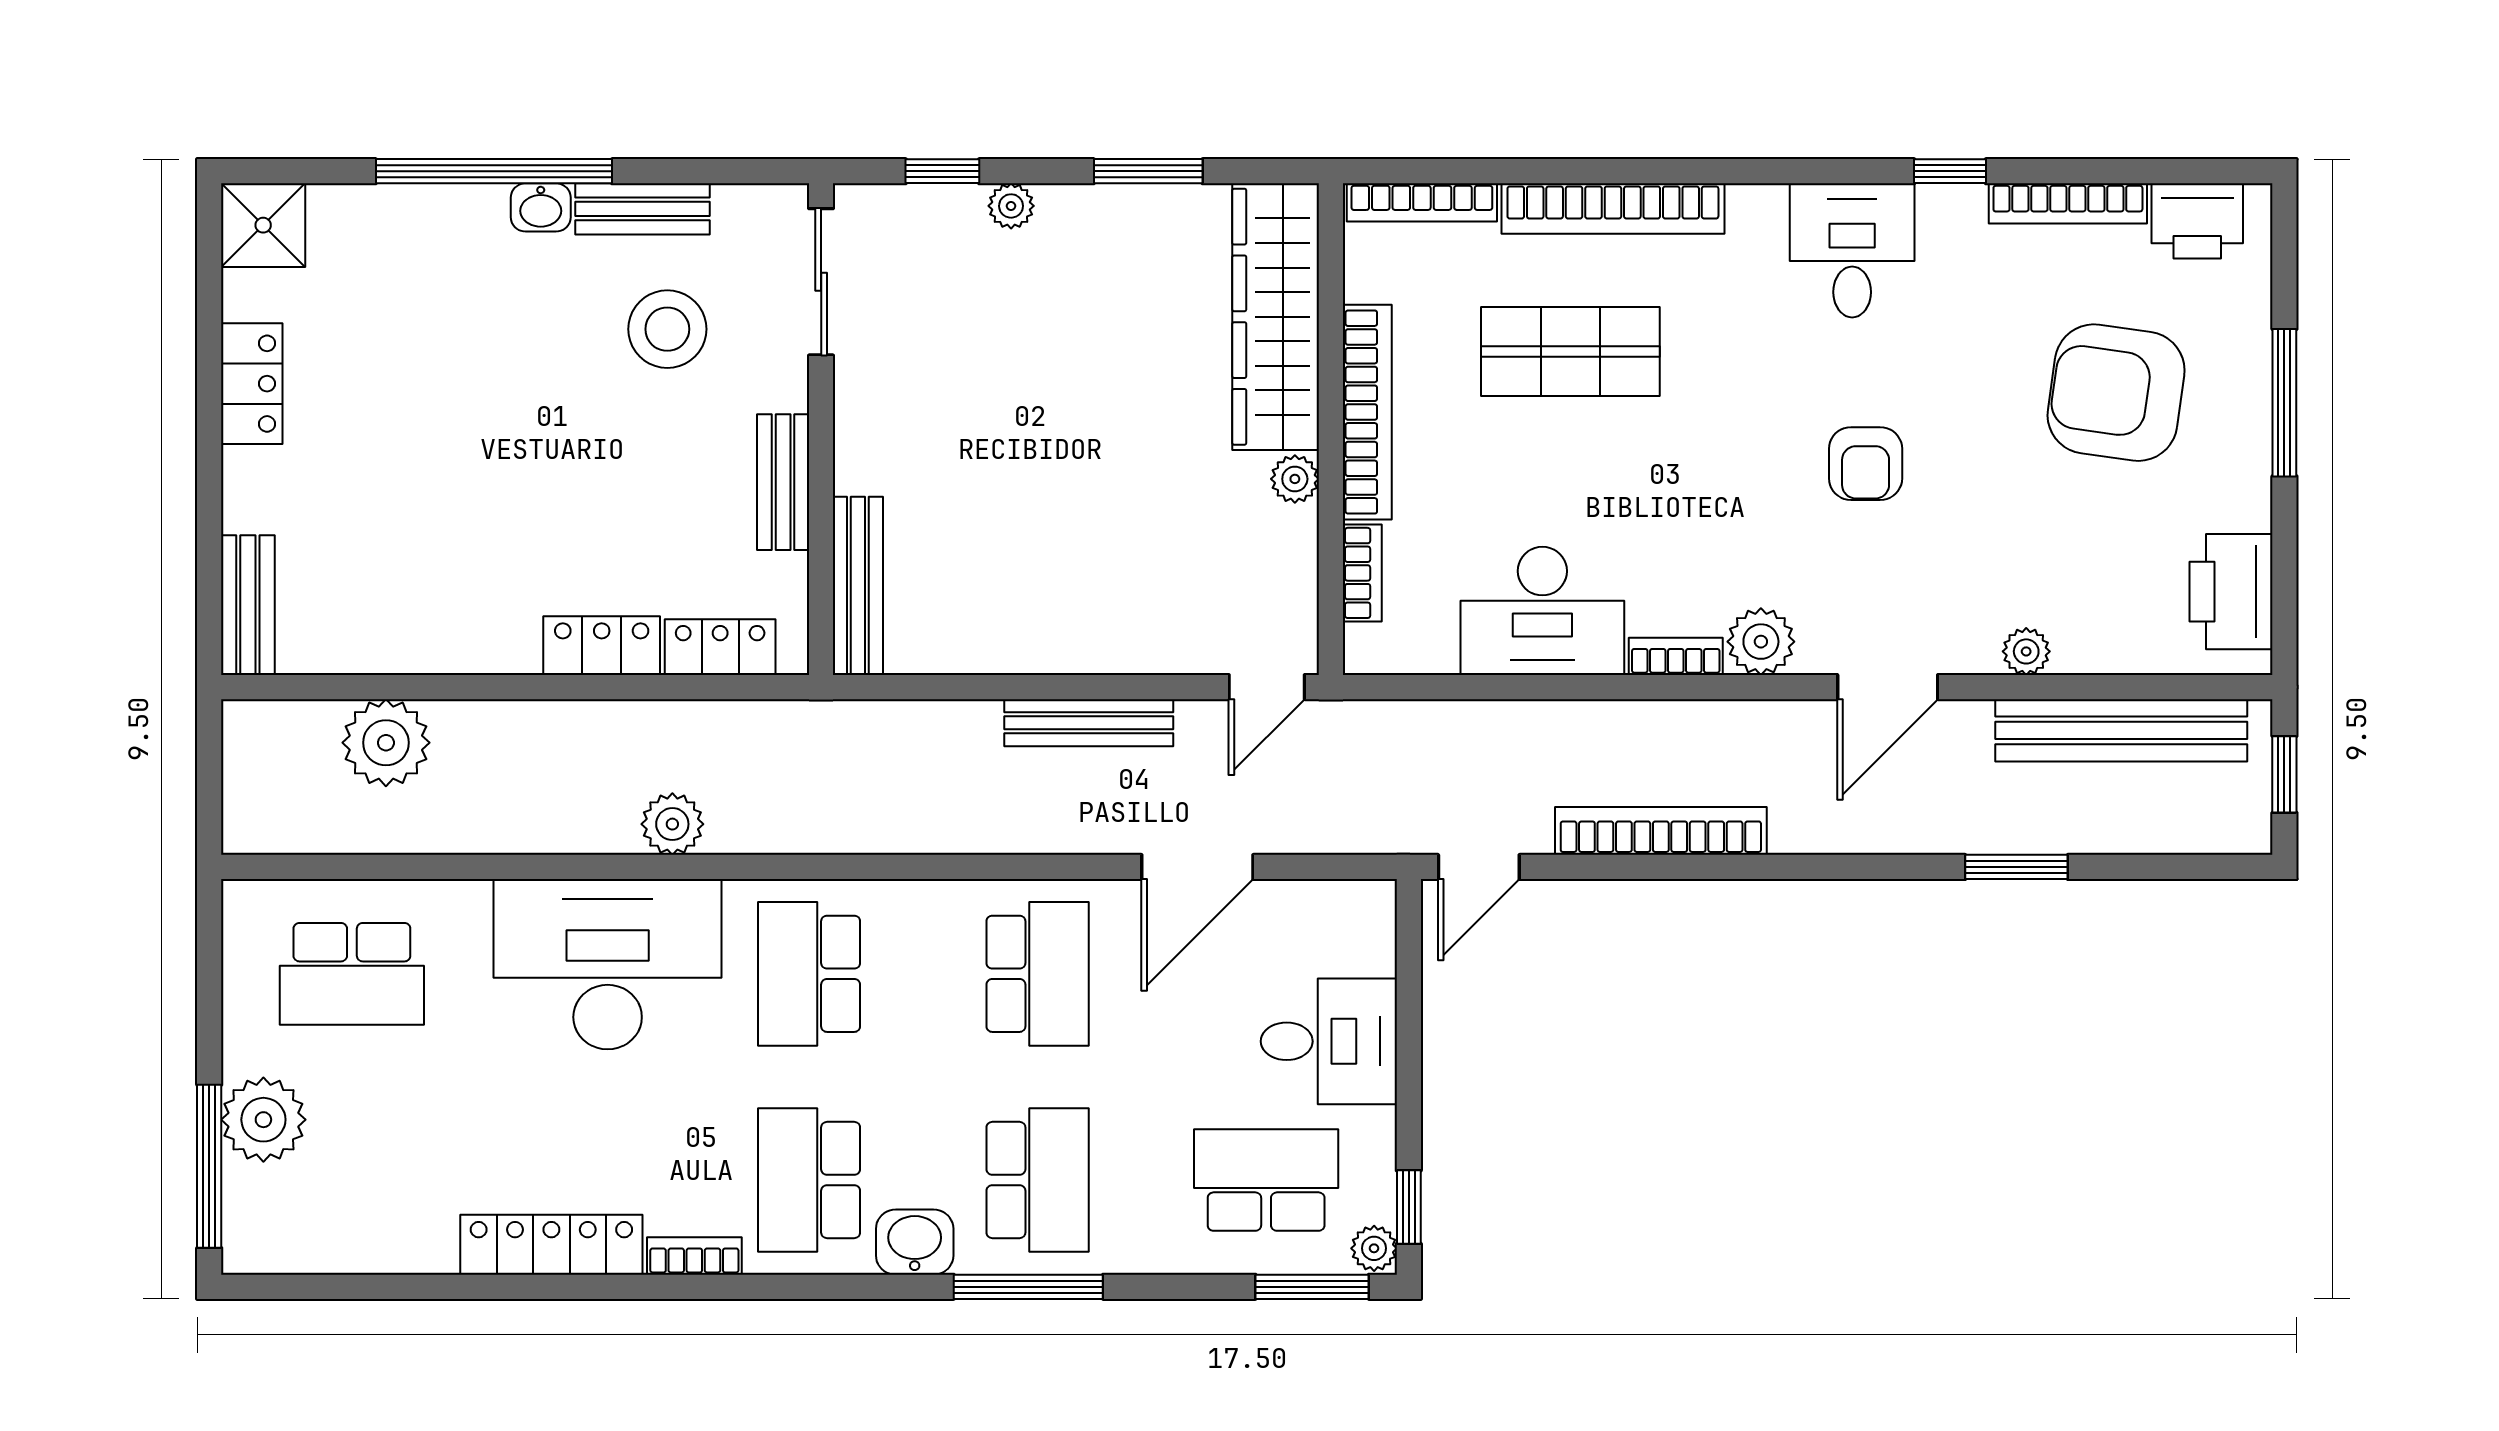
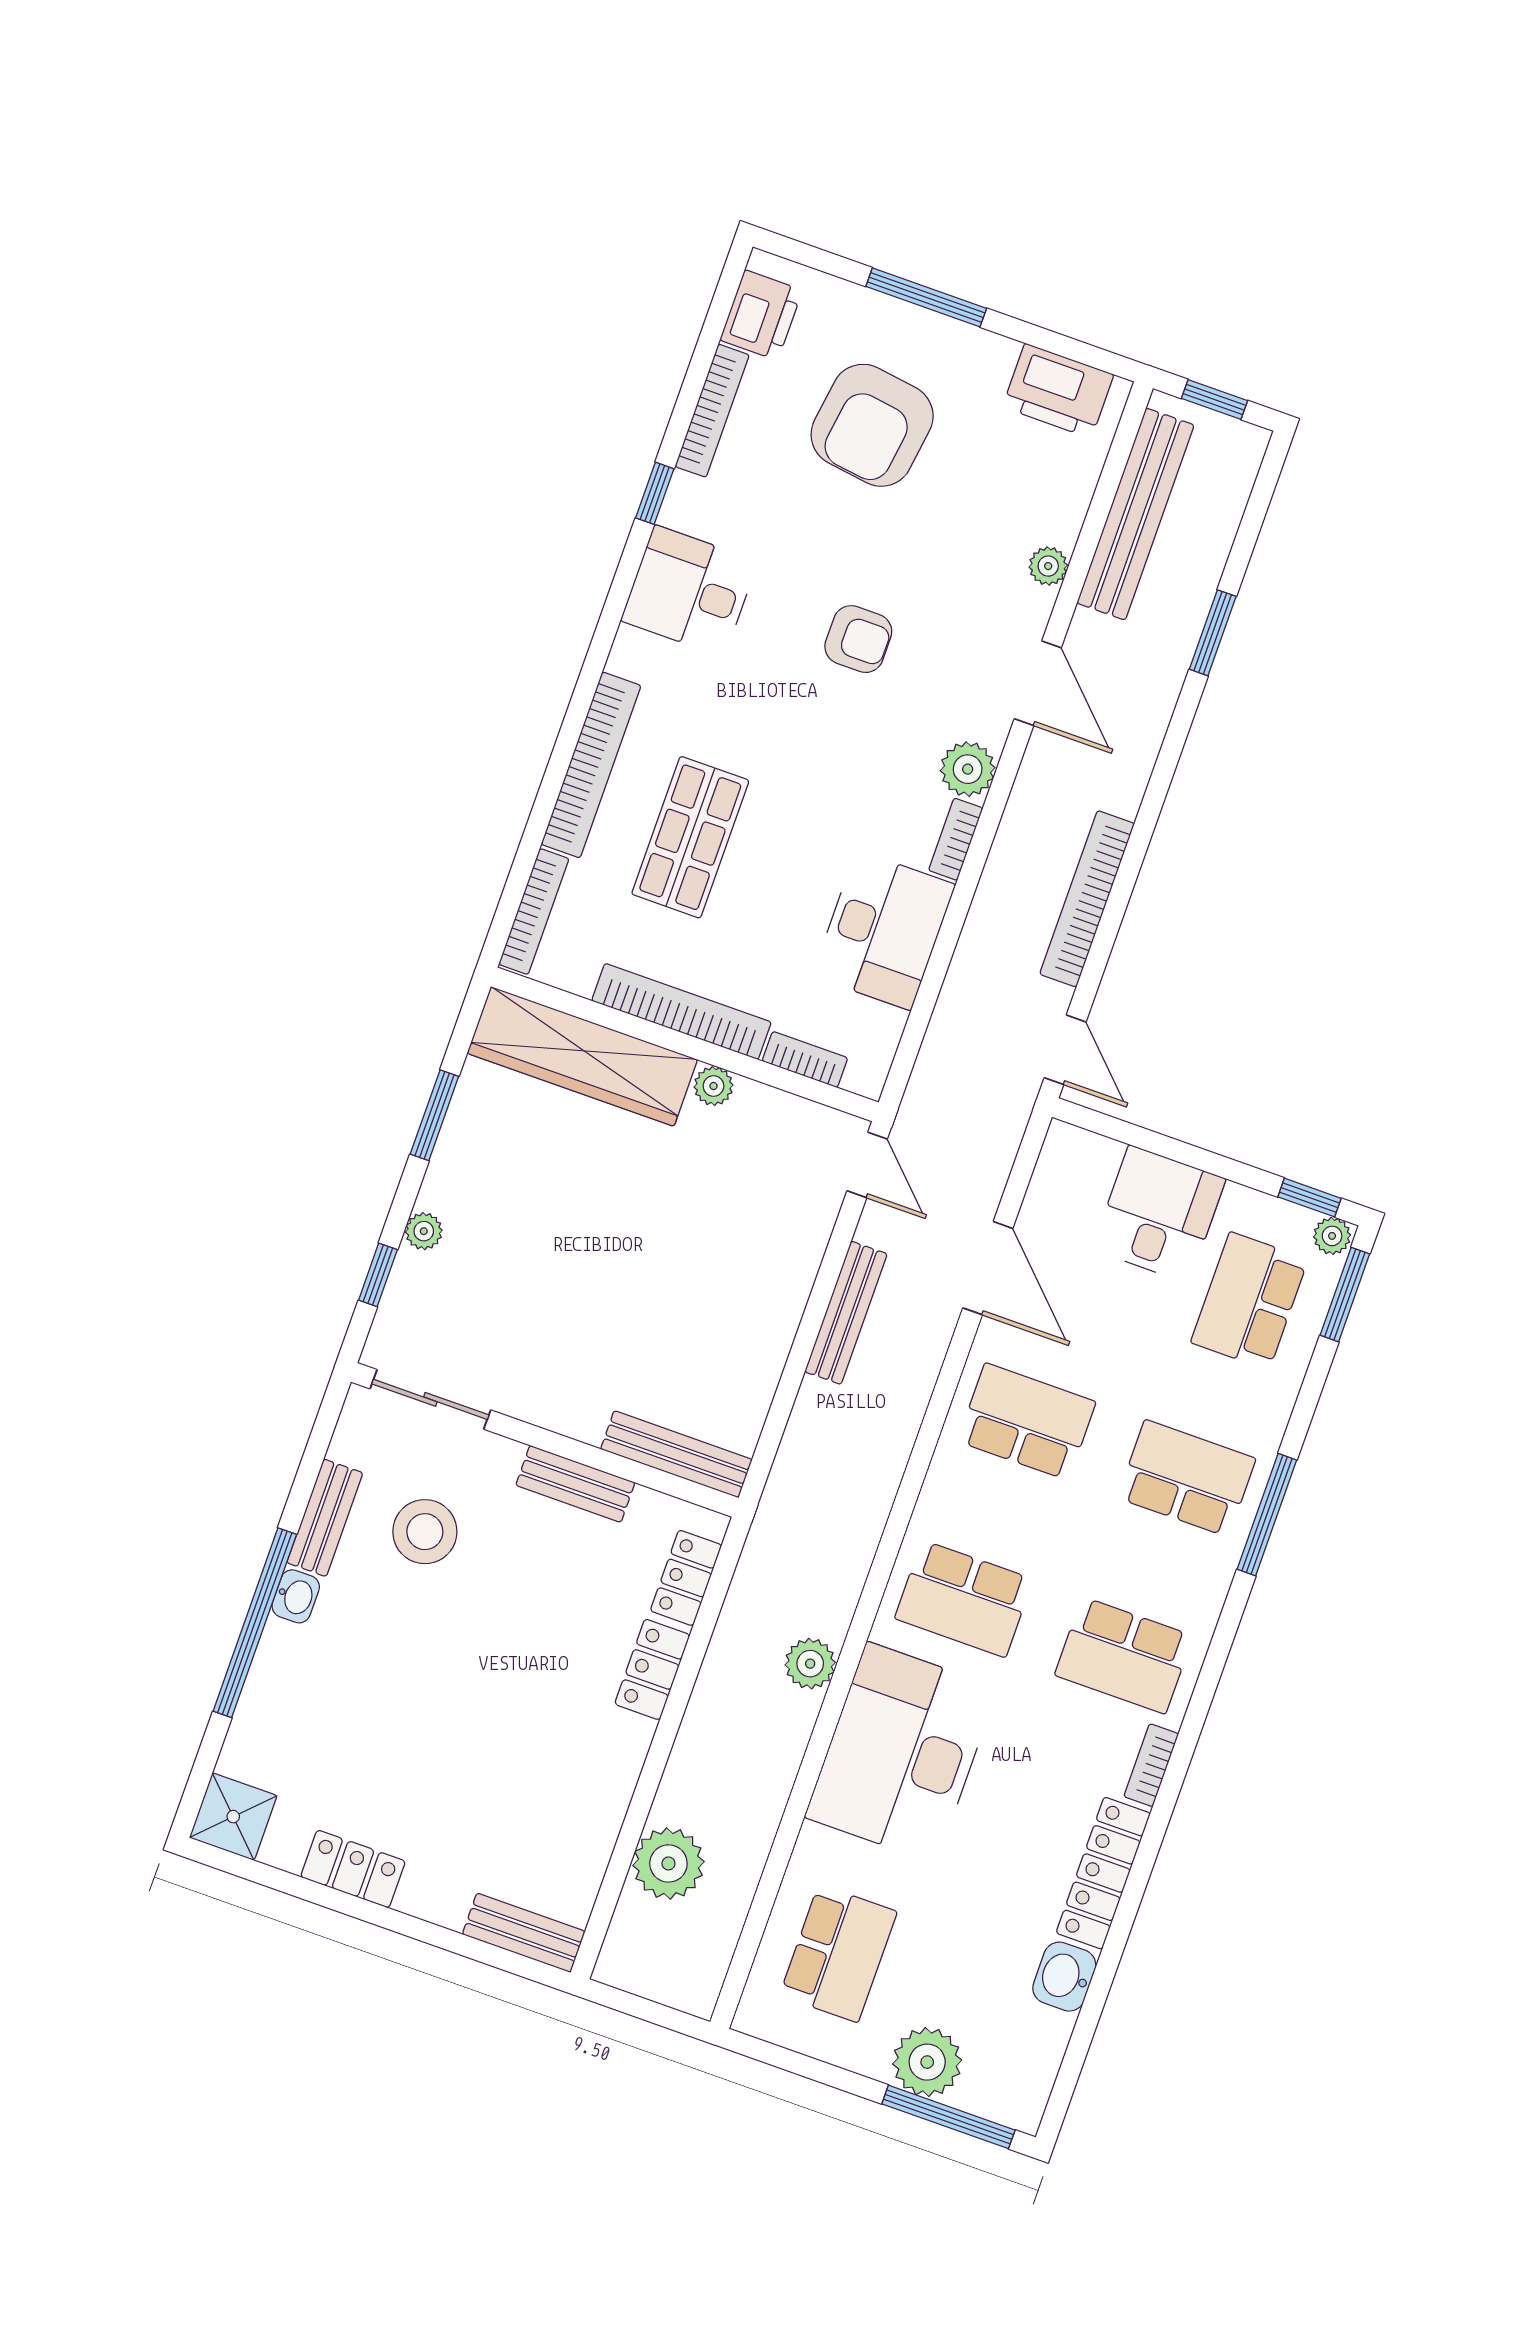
washbasin: (915, 1242) -> (1064, 1977), moved

